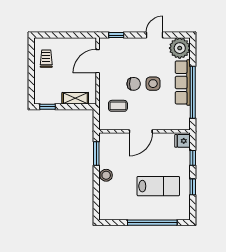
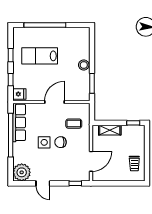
door: (154, 35) -> (43, 183), hinge flipped
row of seats: (183, 82) -> (19, 122), moved

